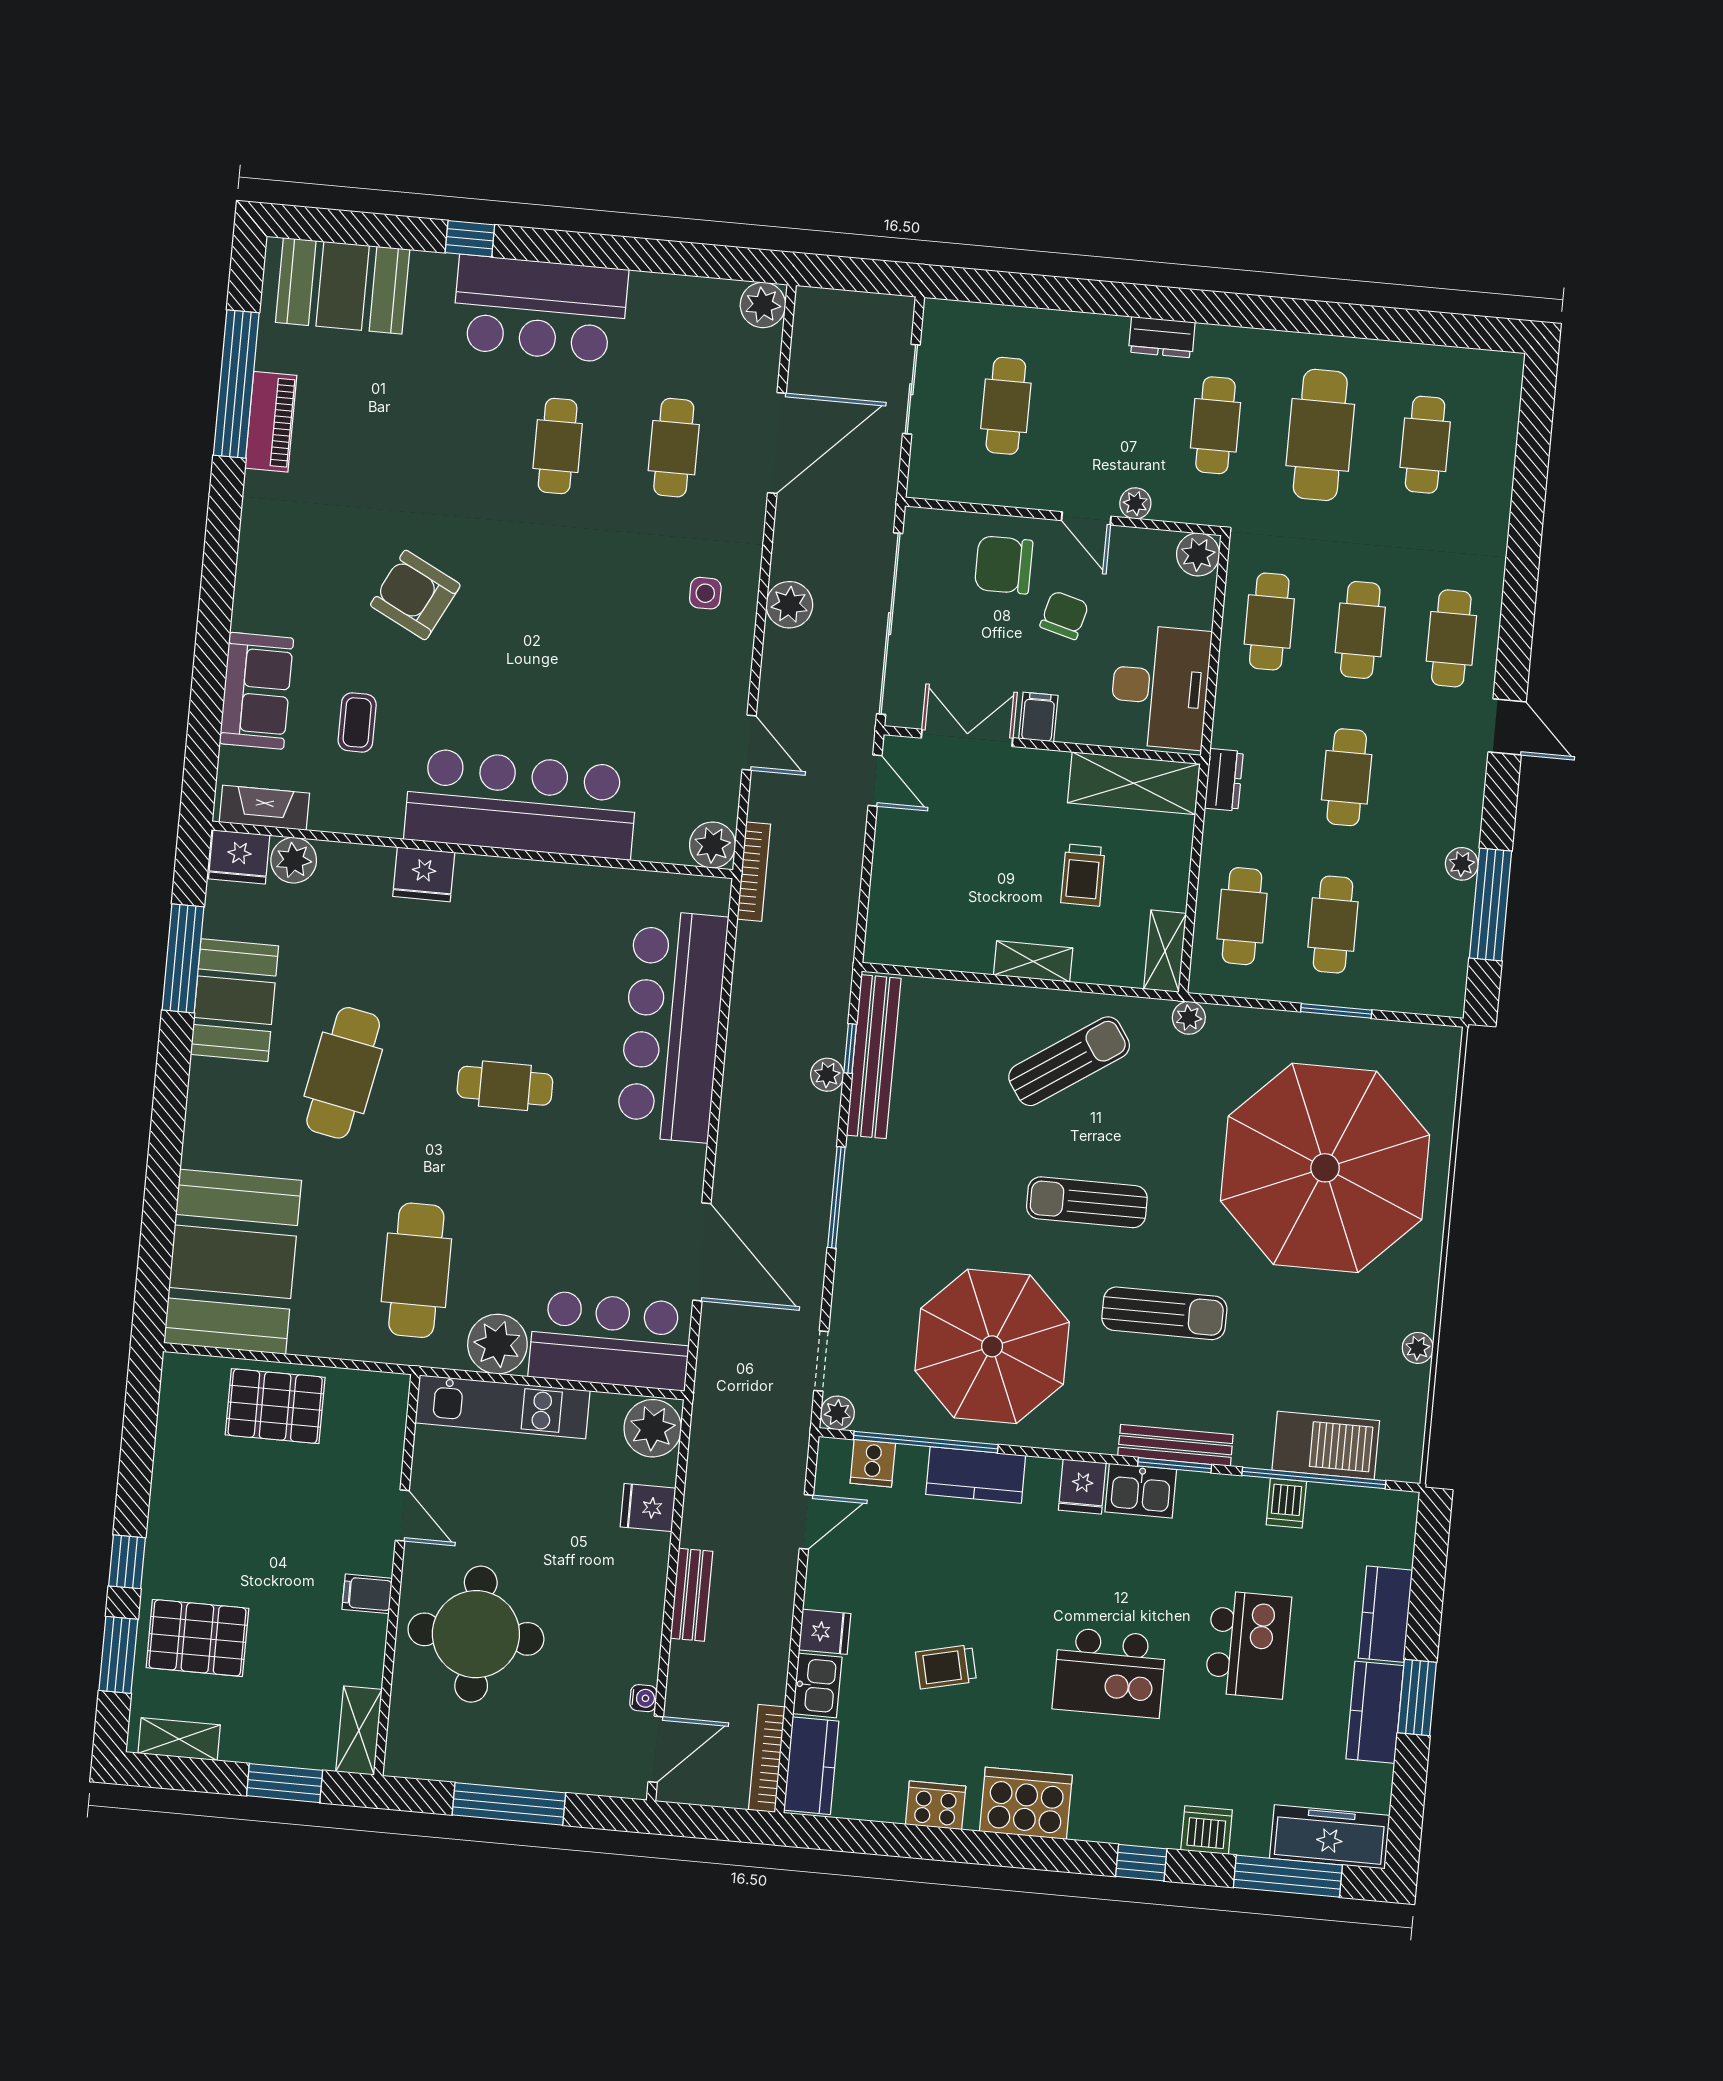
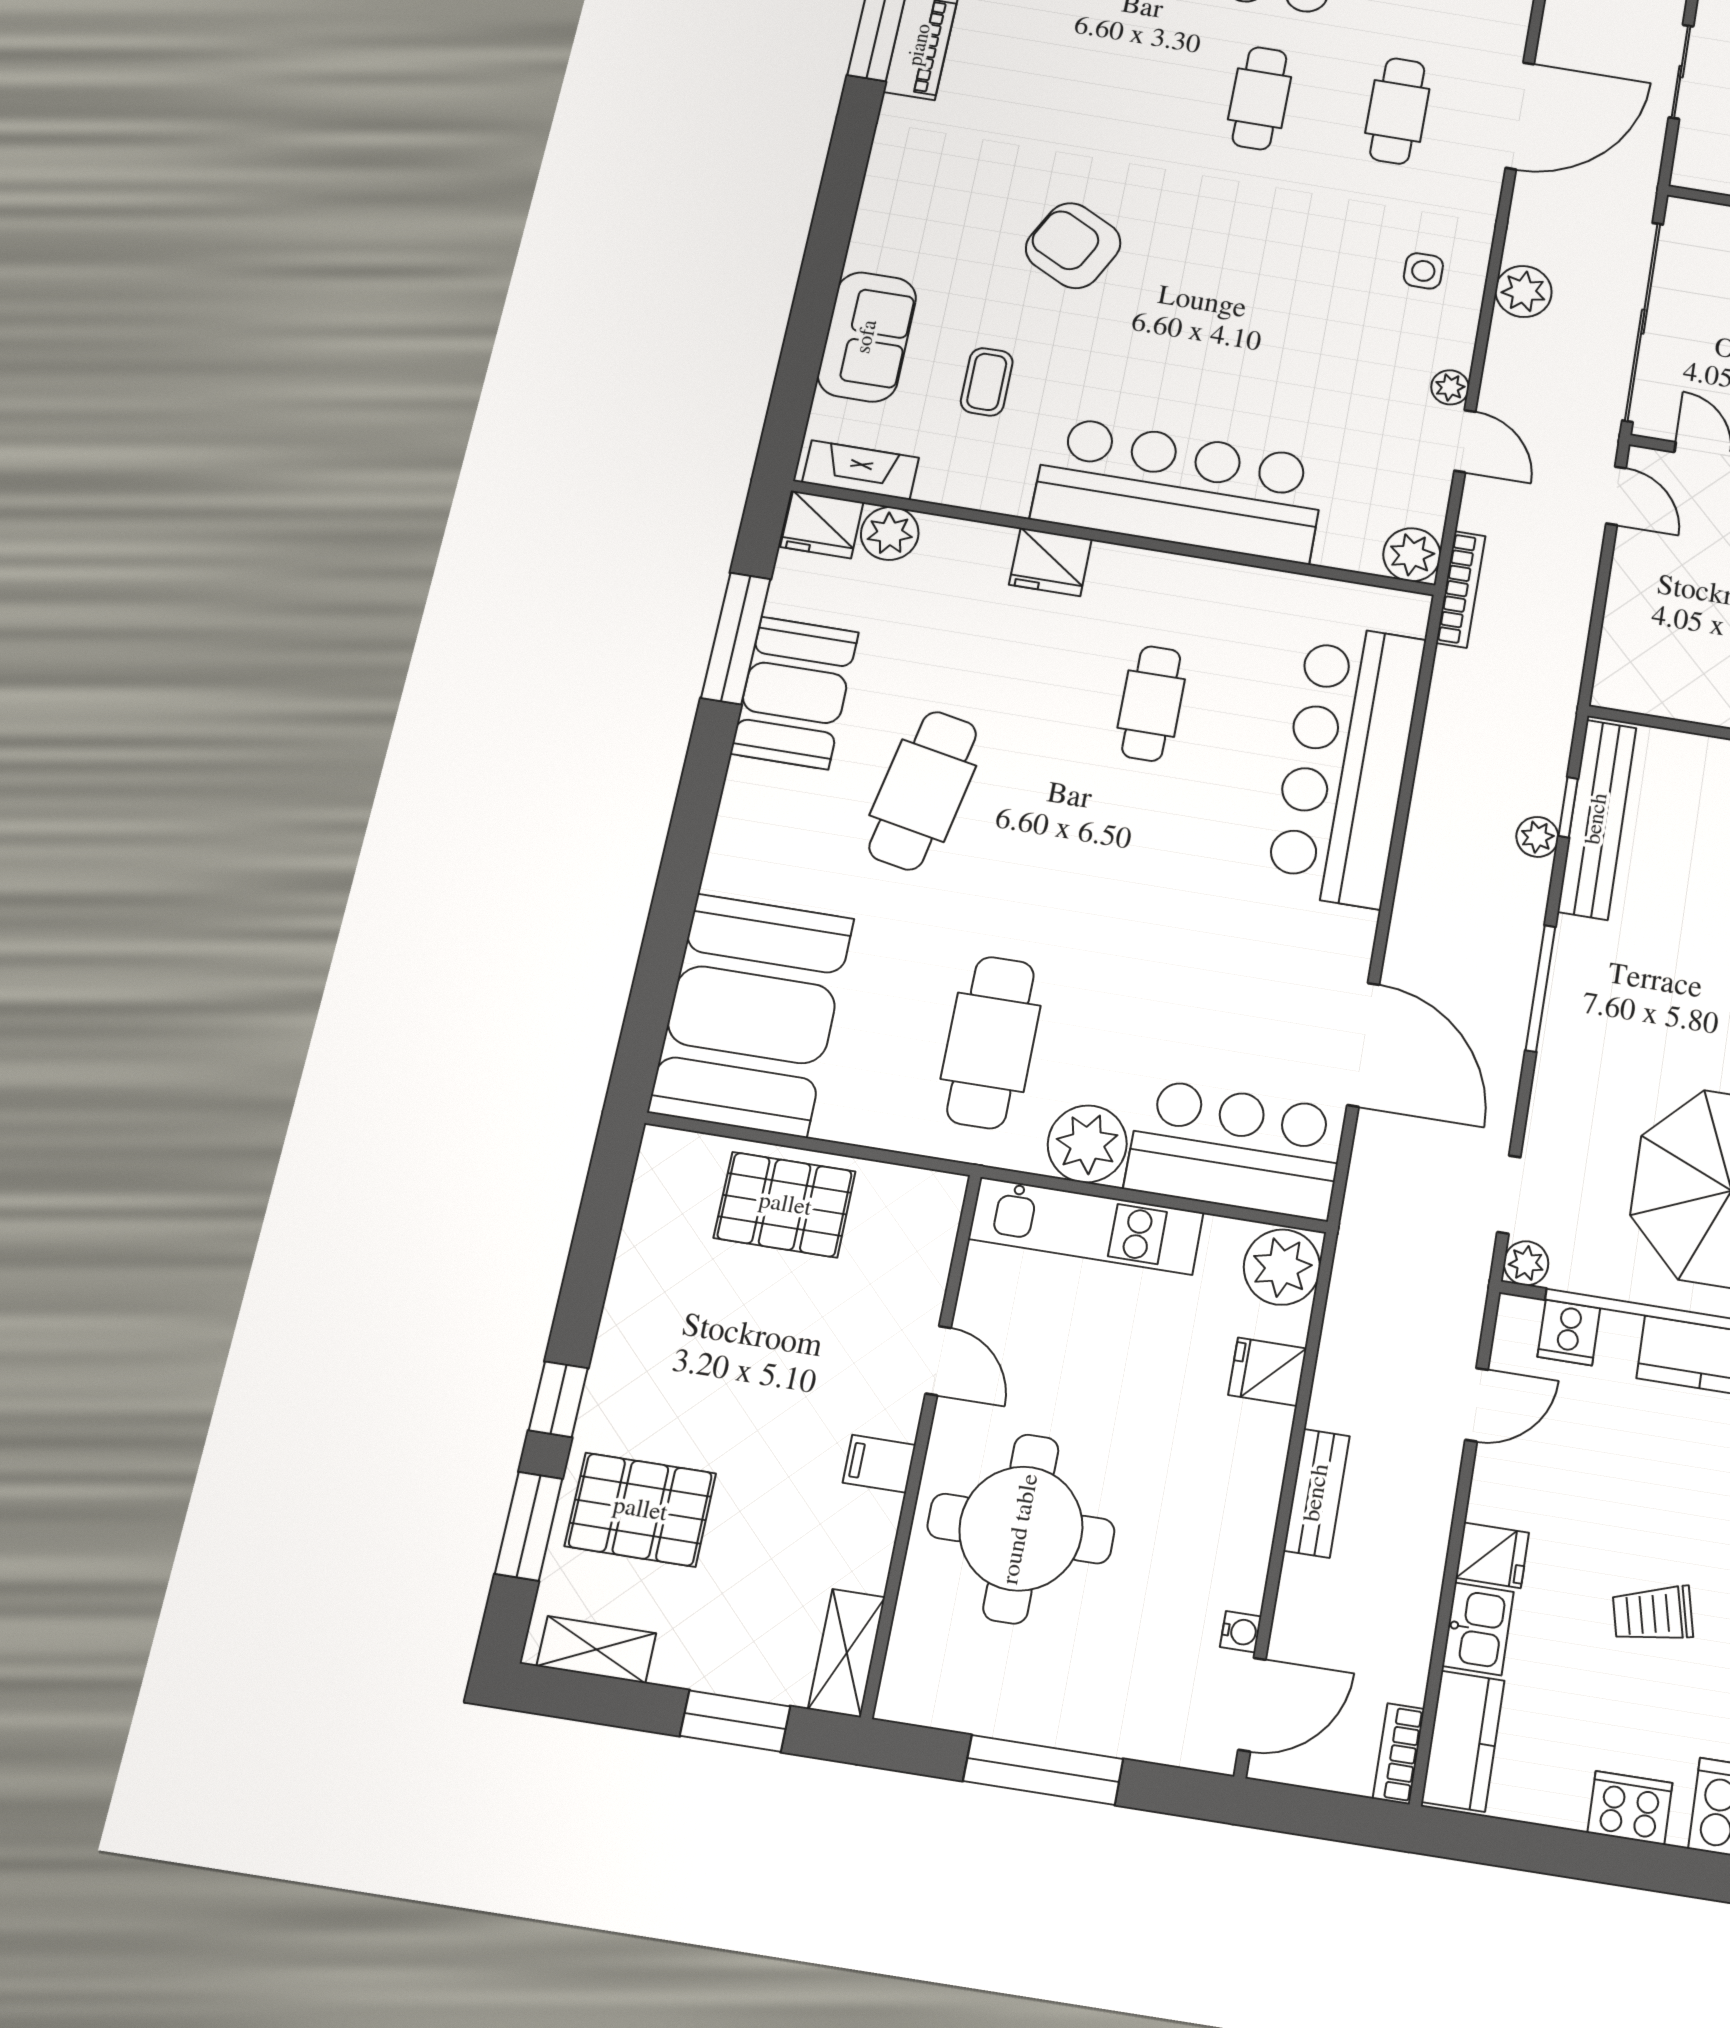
plant: (734, 696) -> (1450, 387), added
cafe table: (505, 1086) -> (1151, 703), moved, turned 90
bookcase: (767, 1758) -> (1399, 1754), width x0.64

